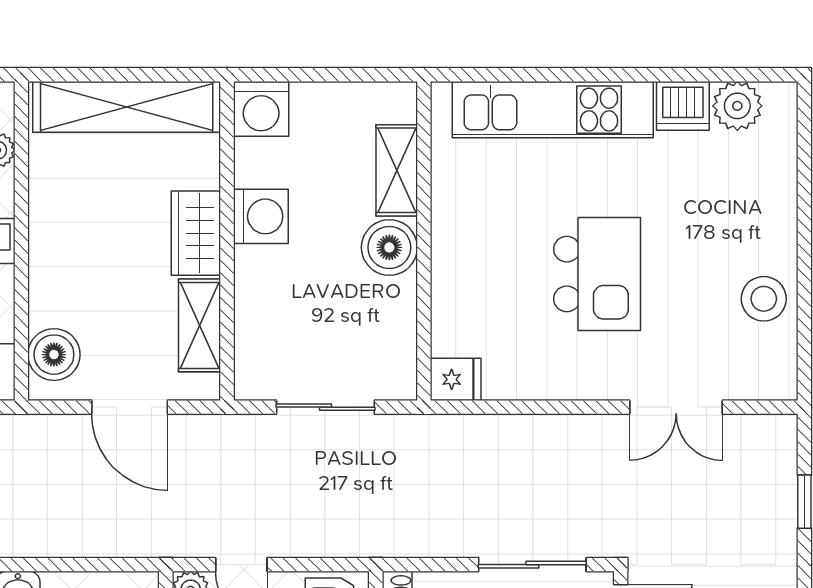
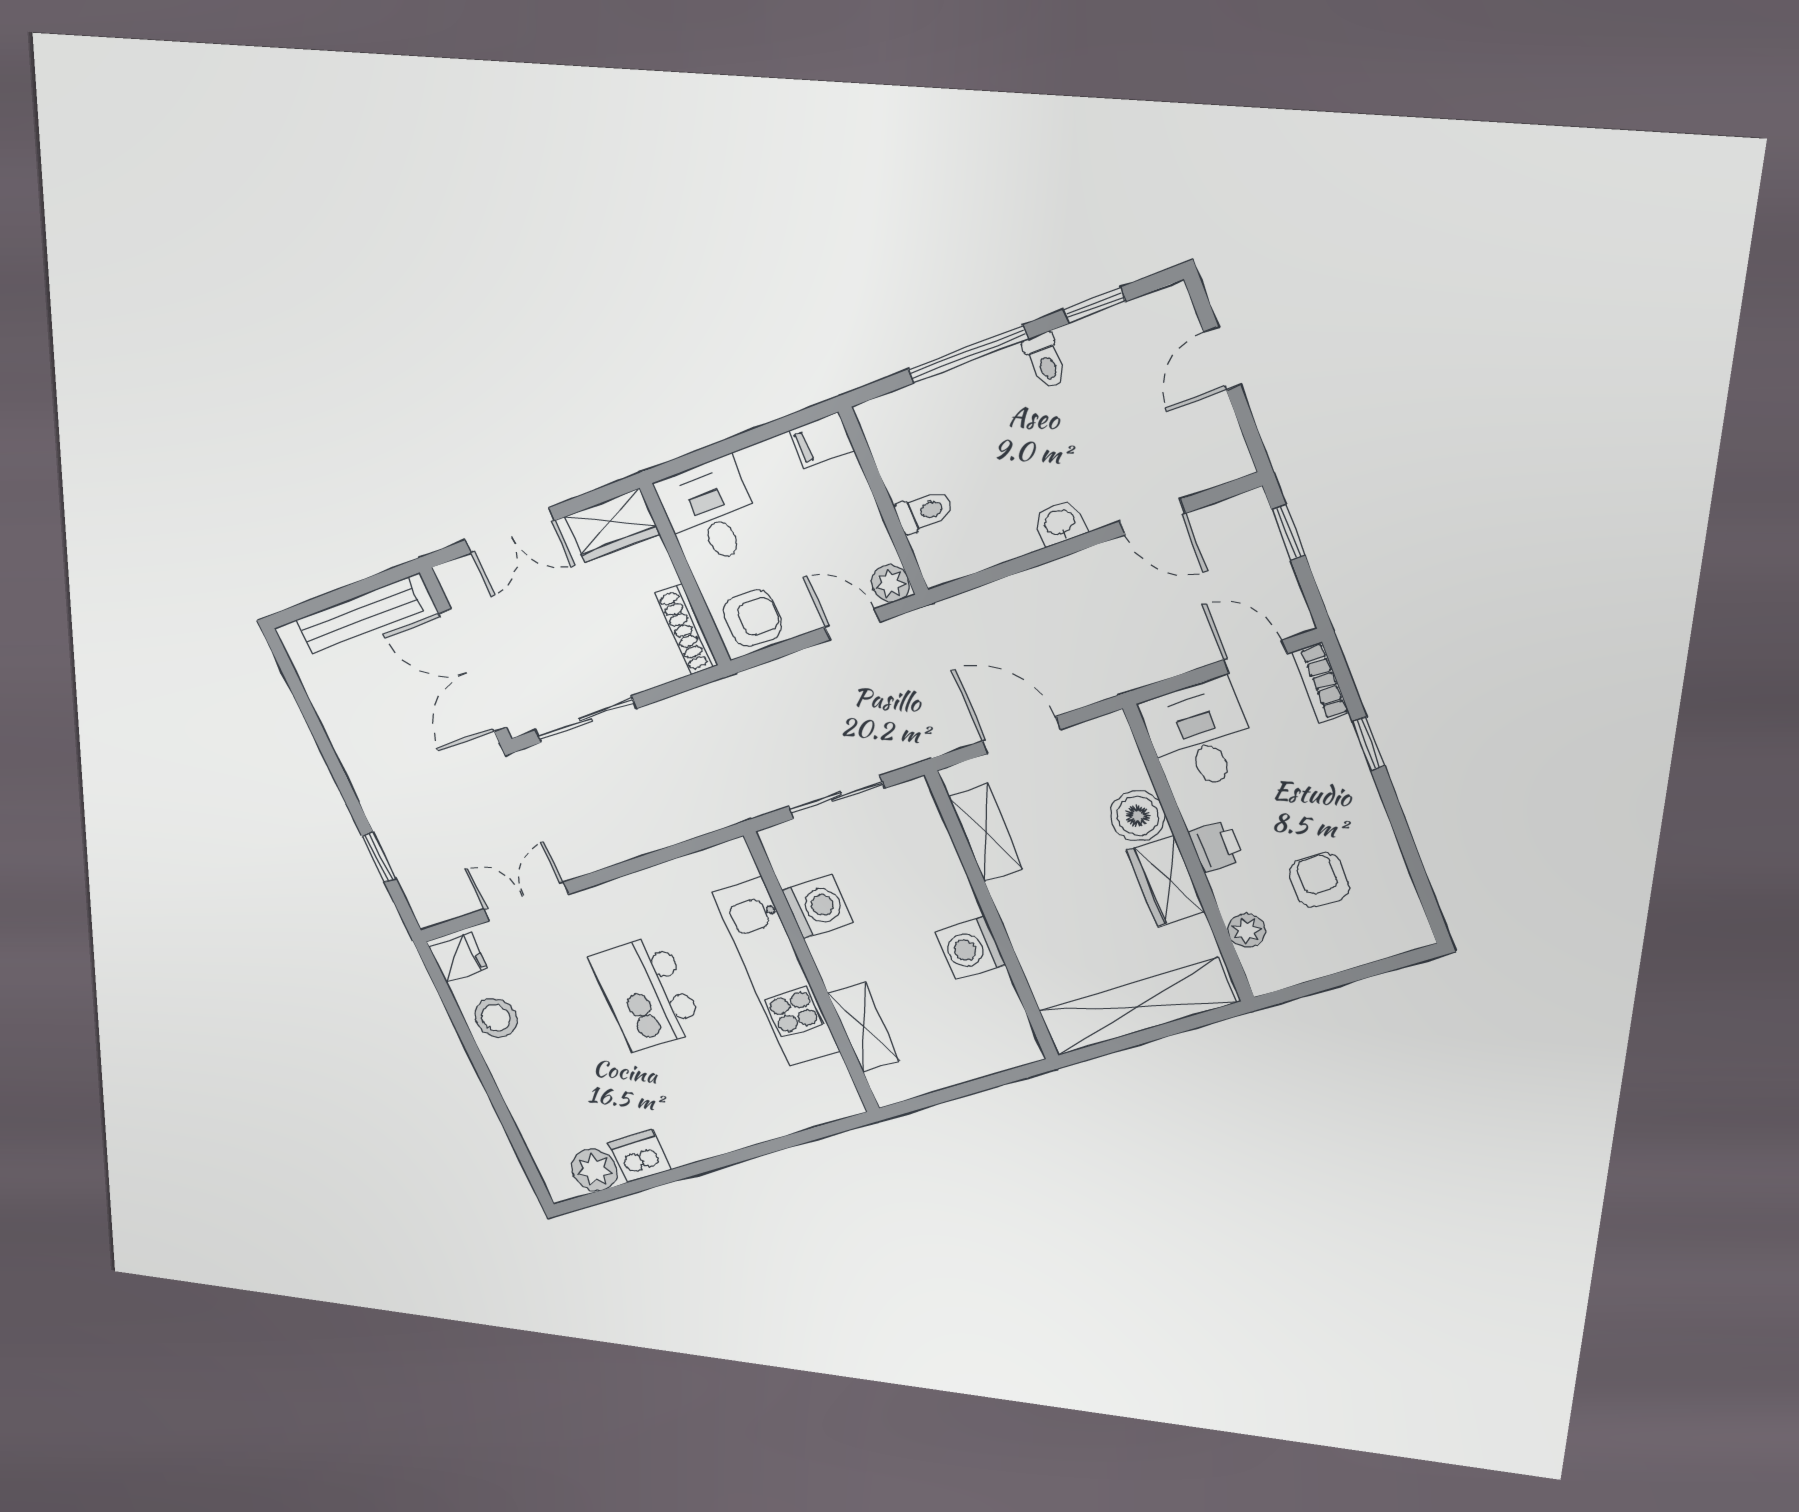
washing machine: (261, 109) -> (817, 907), moved, turned 90
kitchen unit: (553, 110) -> (776, 972), moved, turned -90
wardrobe: (196, 233) -> (1166, 881), moved, turned 180
boiler: (389, 247) -> (841, 958), removed
boiler: (54, 355) -> (1138, 816), moved
fridge: (456, 379) -> (458, 957), moved, turned 180

